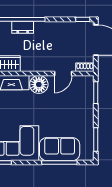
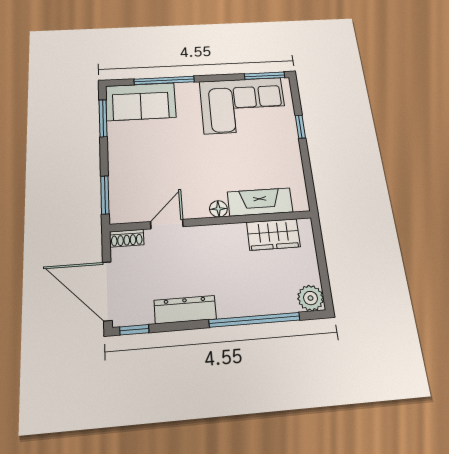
dresser: (23, 27) -> (185, 310), moved, width x1.44
floor lamp: (39, 85) -> (218, 209), width x0.53, depth x0.53
sofa: (60, 149) -> (141, 102), moved

